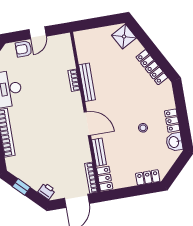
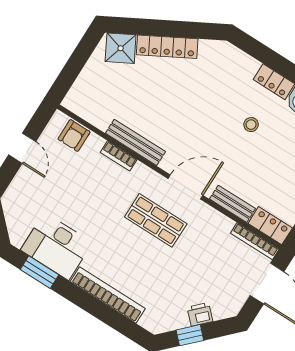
armchair: (24, 49) -> (74, 136), moved
locker: (152, 67) -> (167, 47), moved
shop shelf: (60, 124) -> (156, 220), added
printer: (47, 191) -> (200, 314), moved

